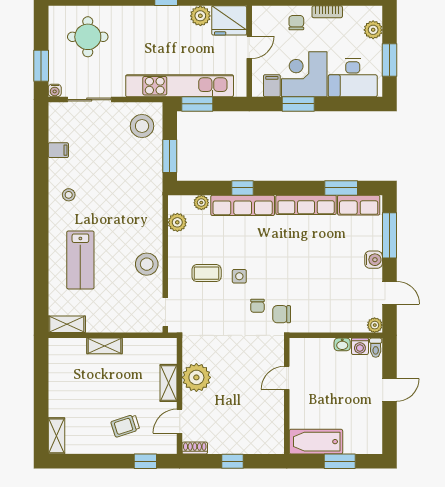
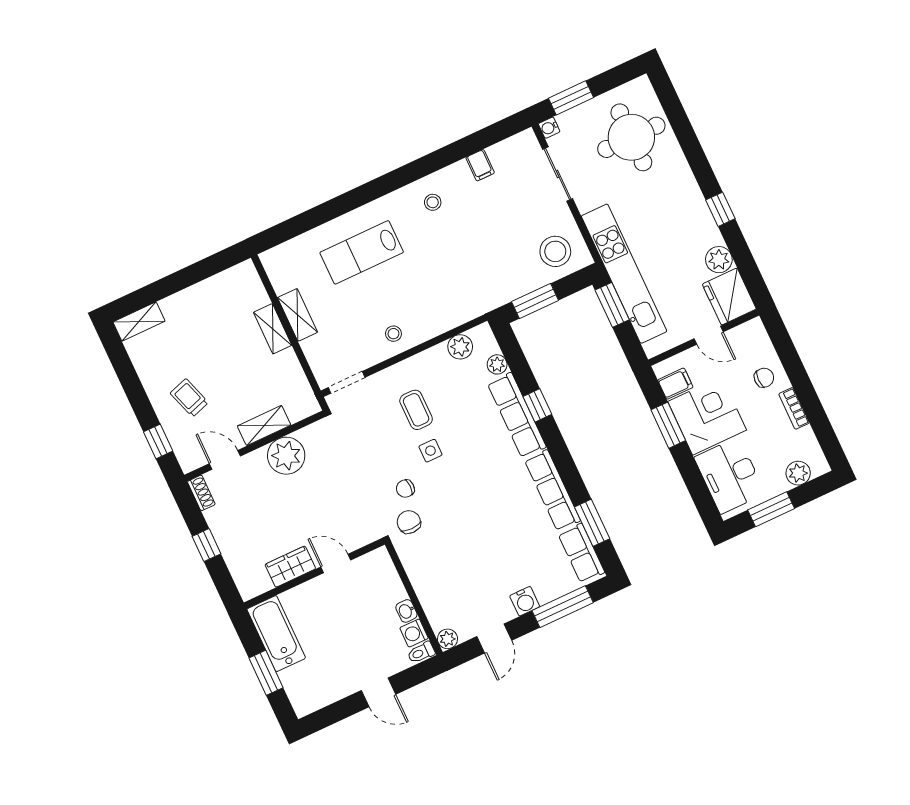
round table: (88, 37) -> (631, 137), width x1.36, depth x1.36
stool: (147, 264) -> (393, 334), width x0.53, depth x0.53
shelving: (67, 324) -> (298, 315), moved
wardrobe: (274, 410) -> (290, 567), added

